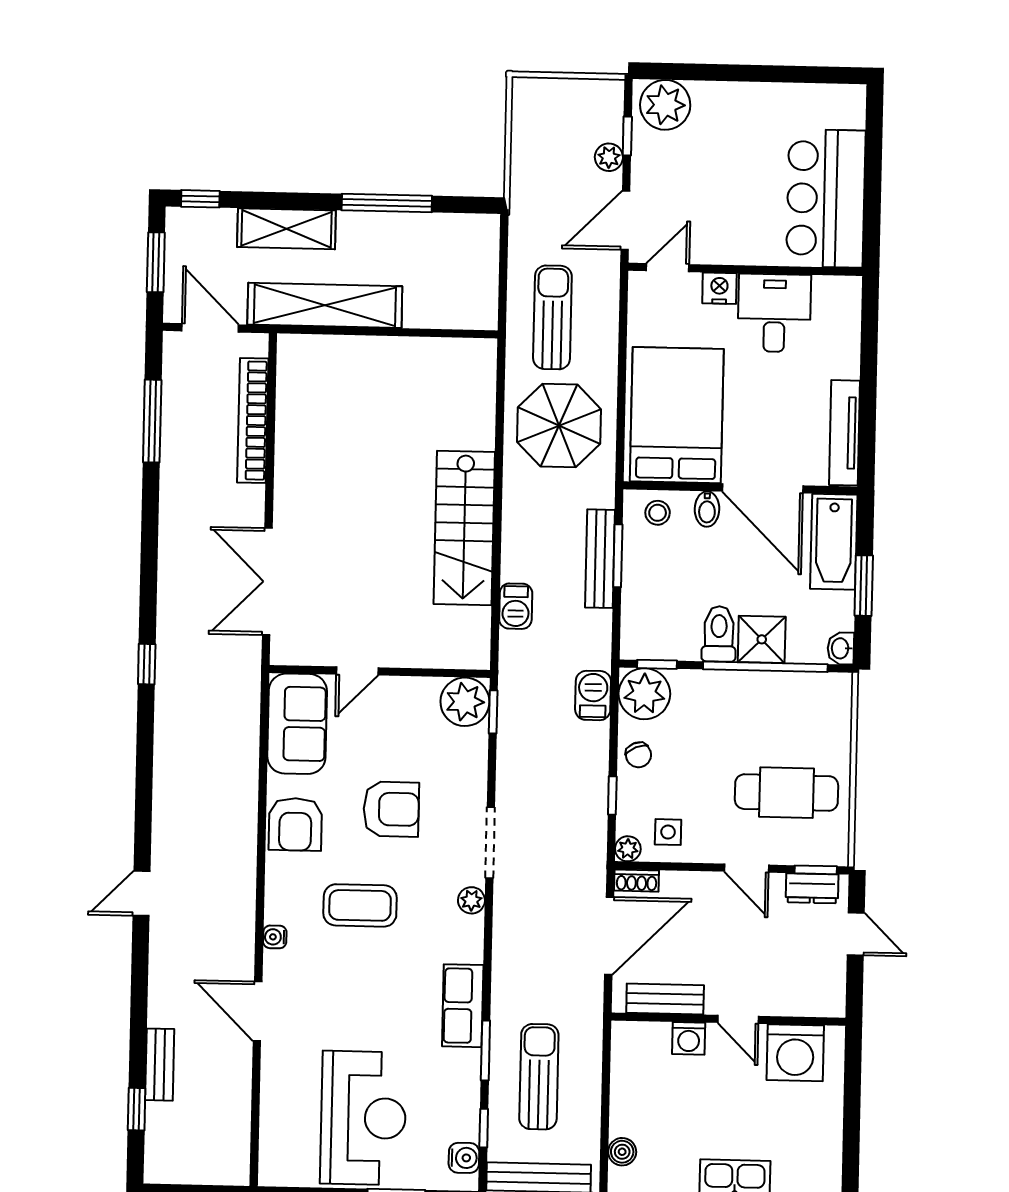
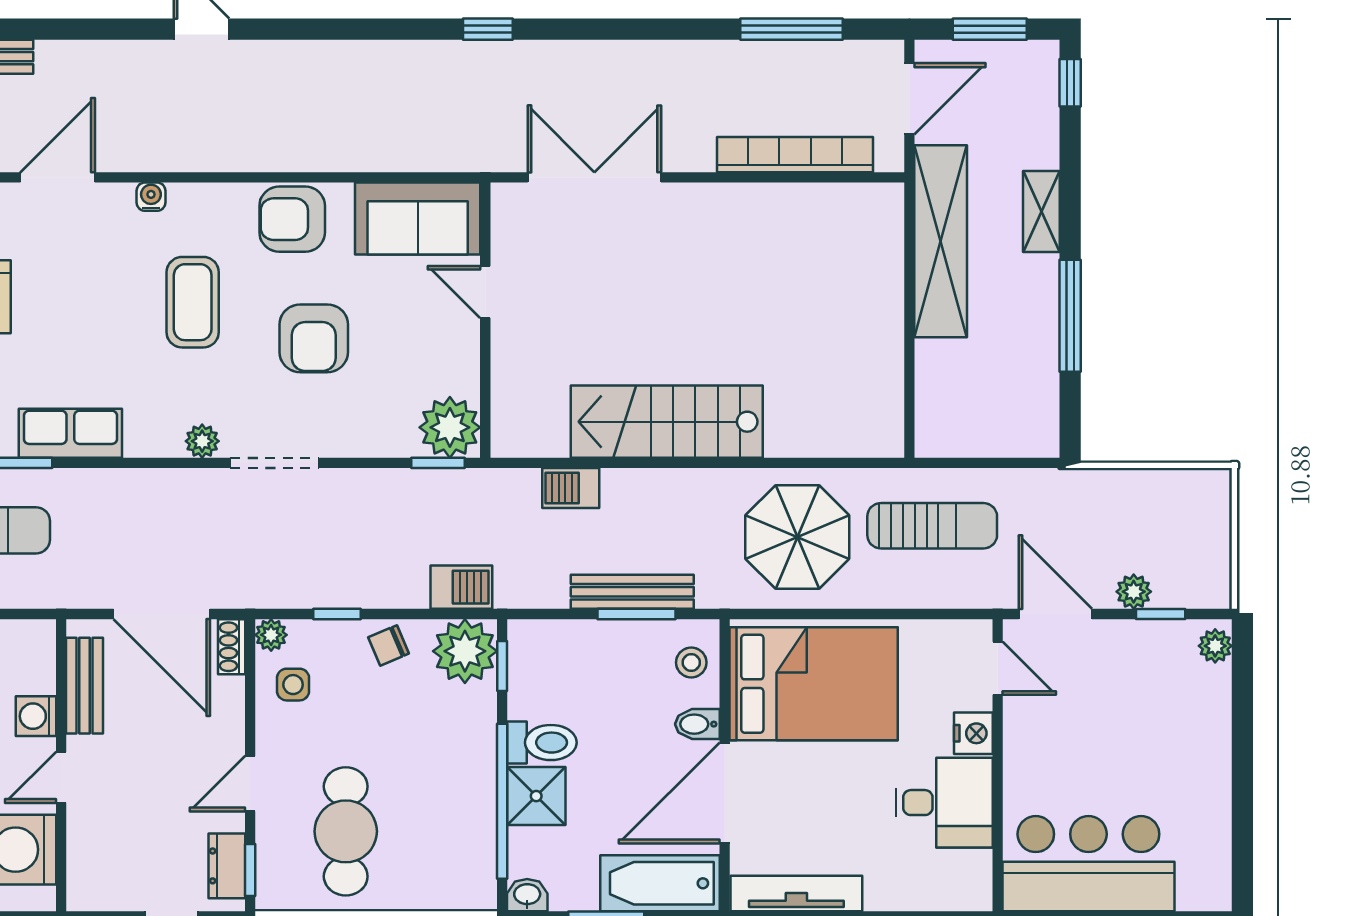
plant: (665, 105) -> (1215, 646), width x0.53, depth x0.53
shelving: (286, 229) -> (1041, 211), width x0.67, depth x0.75

